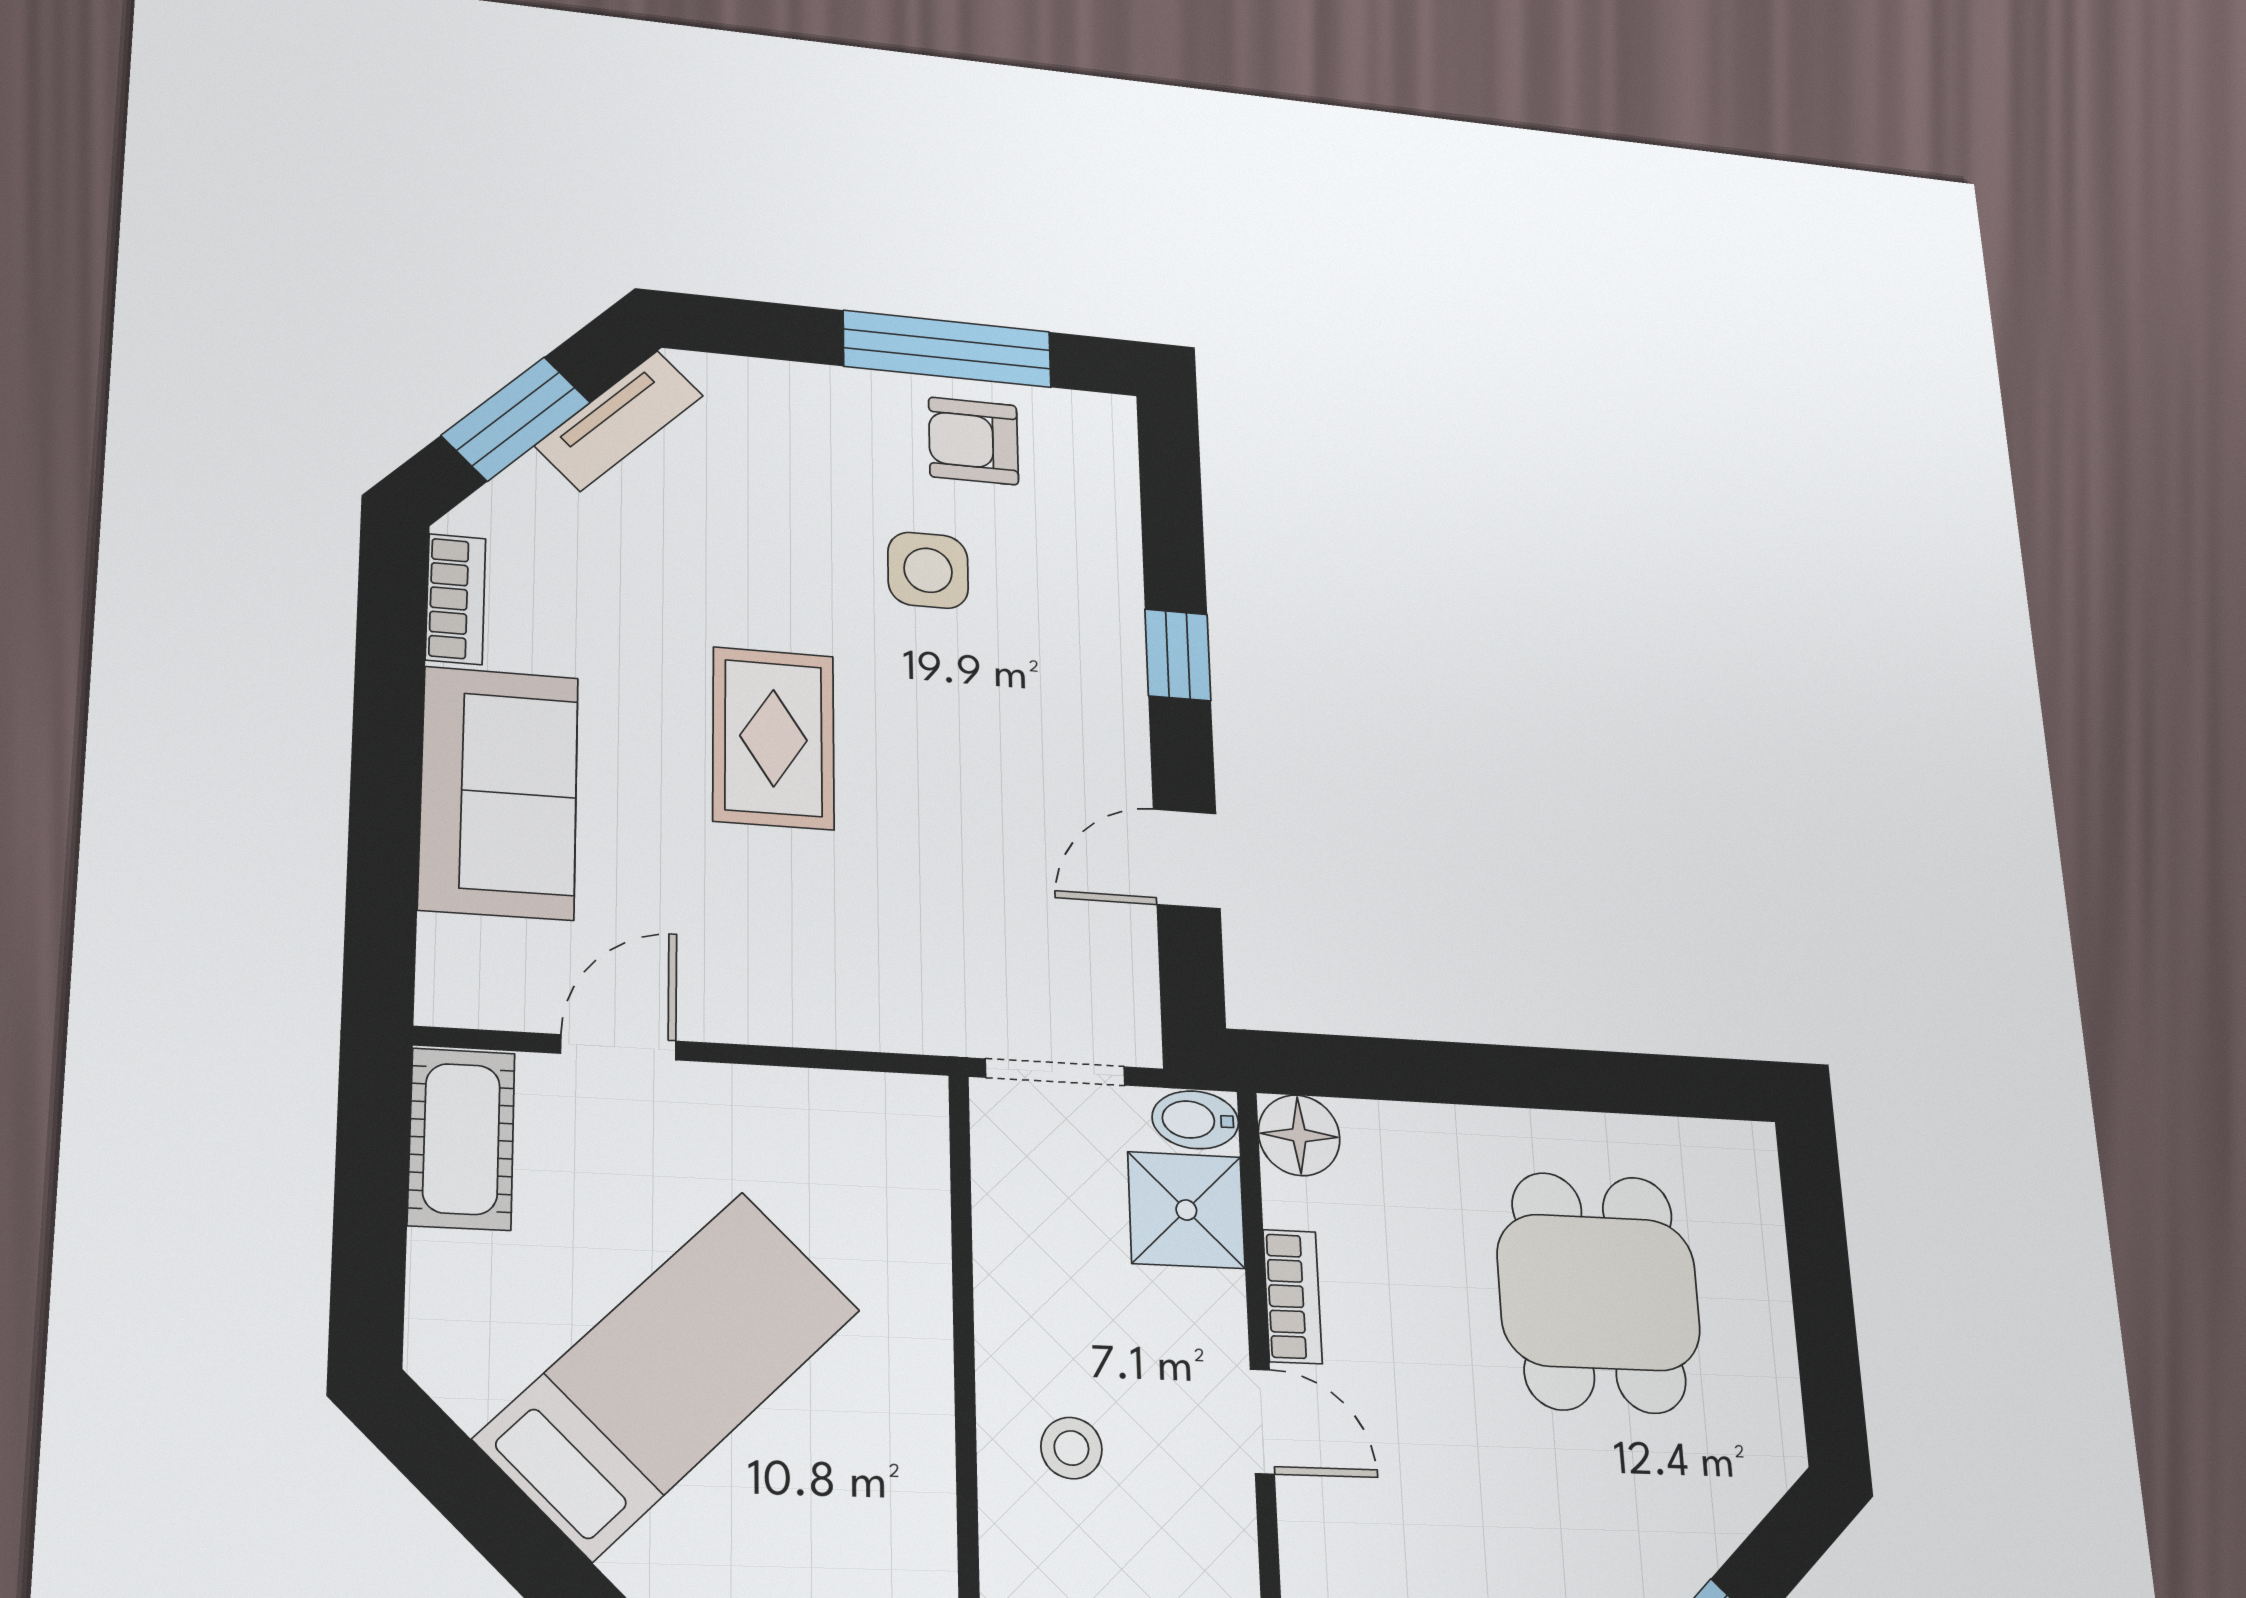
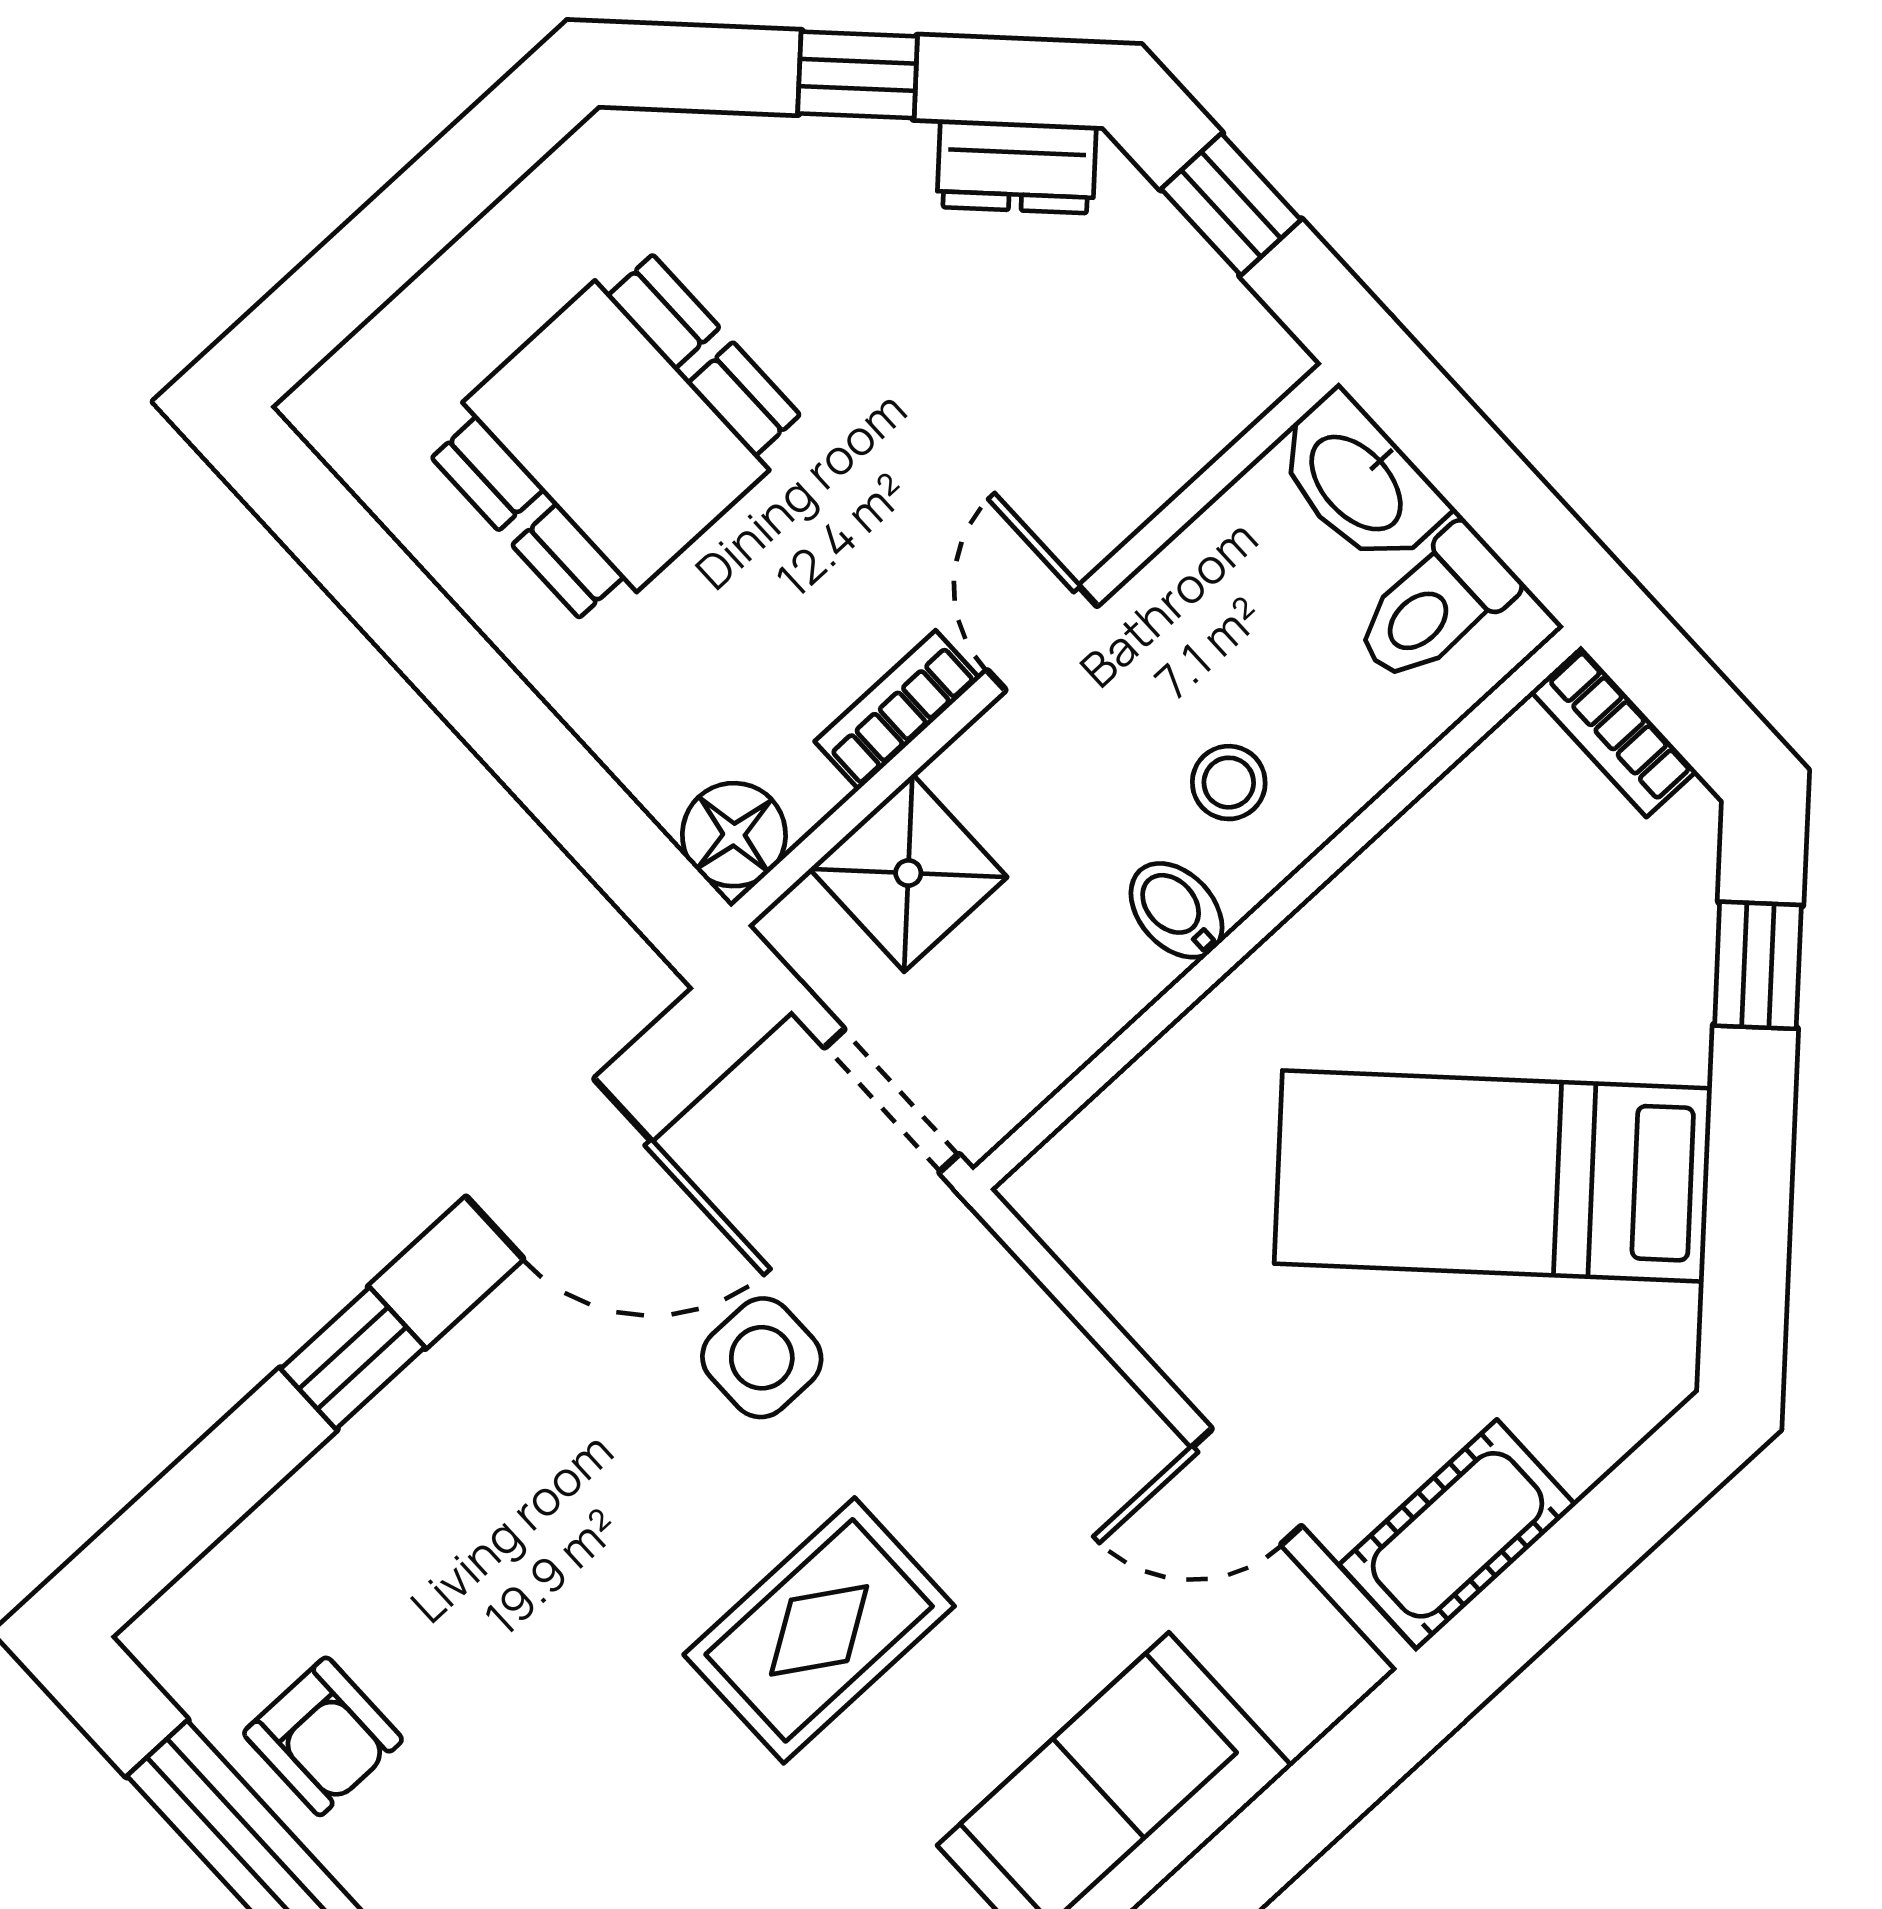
side table: (928, 570) -> (762, 1358), moved
door: (1187, 859) -> (559, 1169), width x1.37
bidet: (1195, 1120) -> (1176, 910), moved, turned 180

